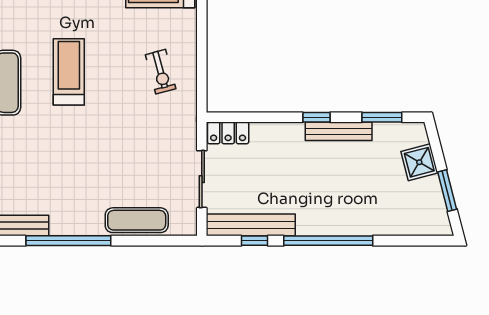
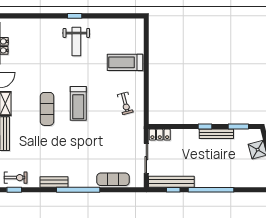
treadmill: (69, 72) -> (78, 103), turned 180

